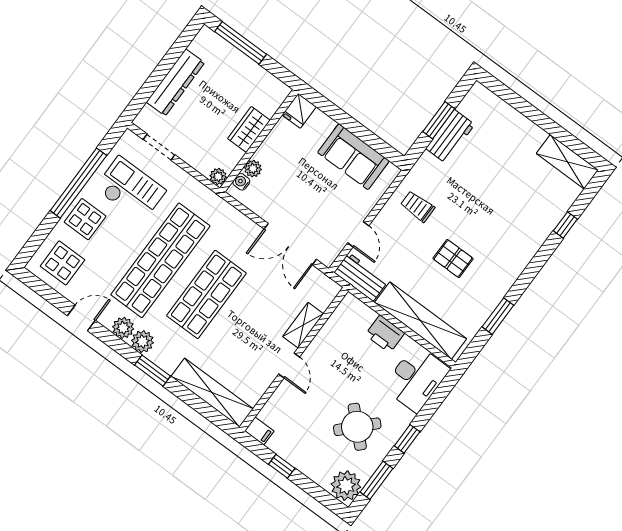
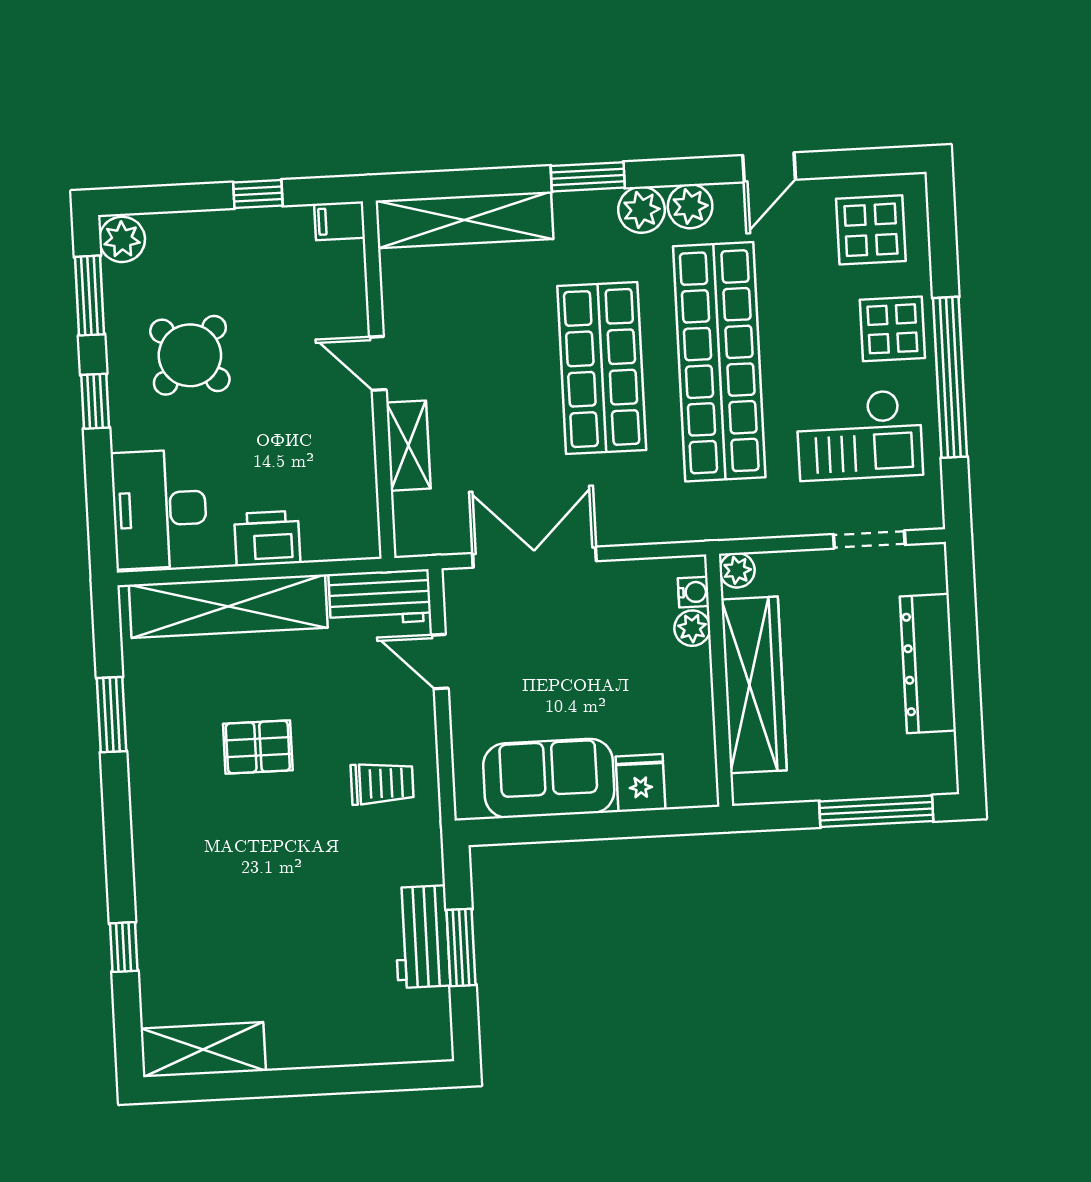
fridge: (299, 111) -> (641, 783), moved
wardrobe: (249, 129) -> (754, 685), width x2.10, depth x1.17
plant: (346, 486) -> (122, 239), width x0.73, depth x0.73

